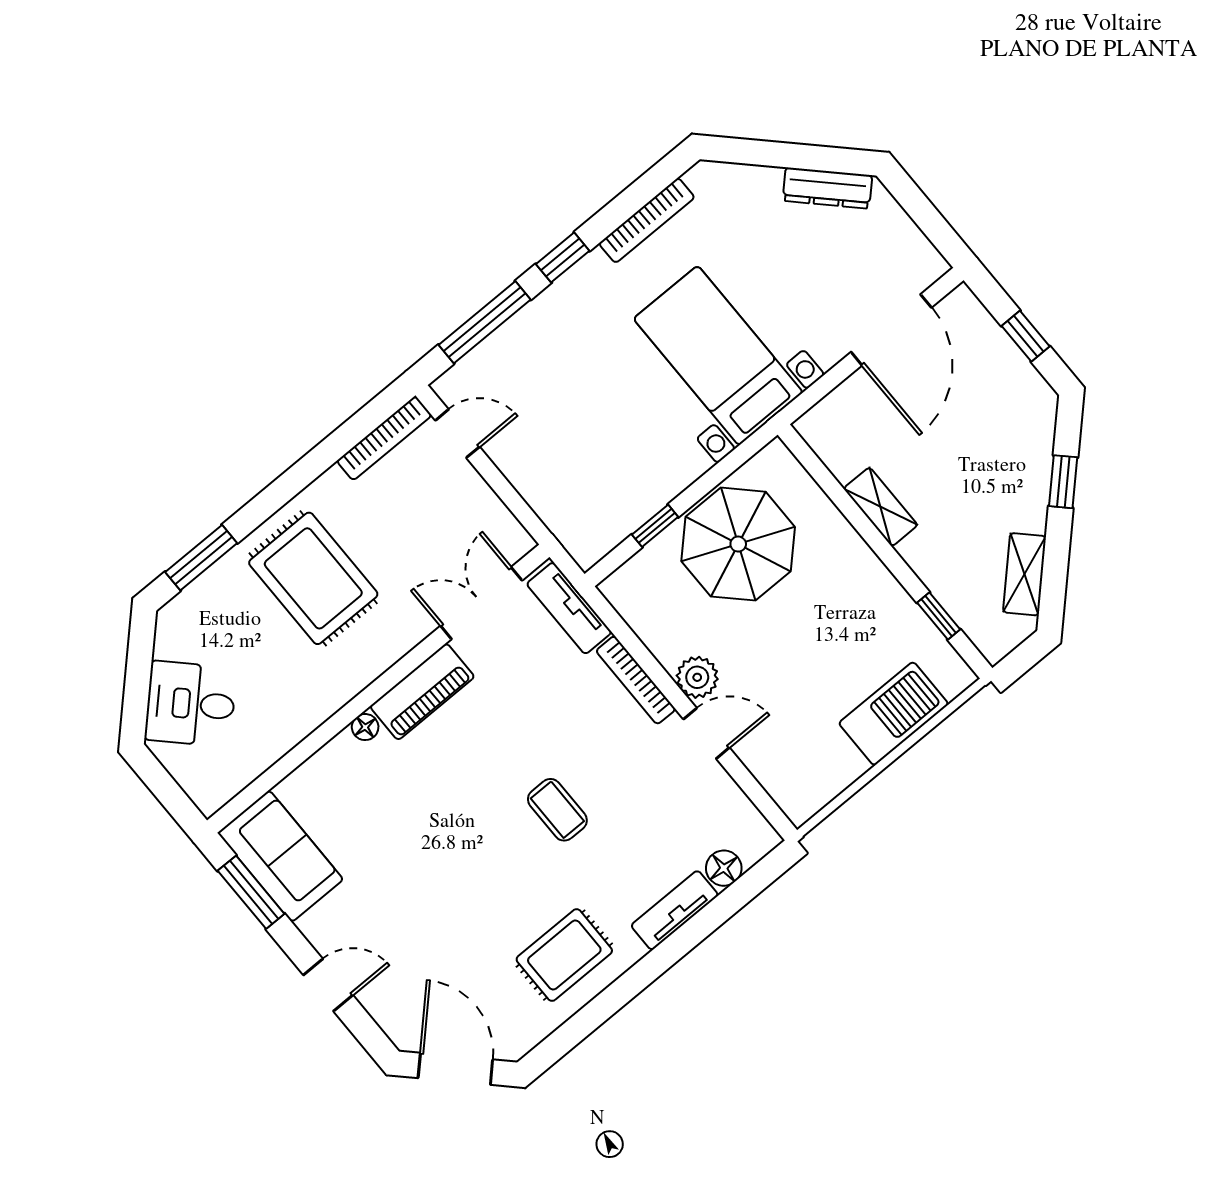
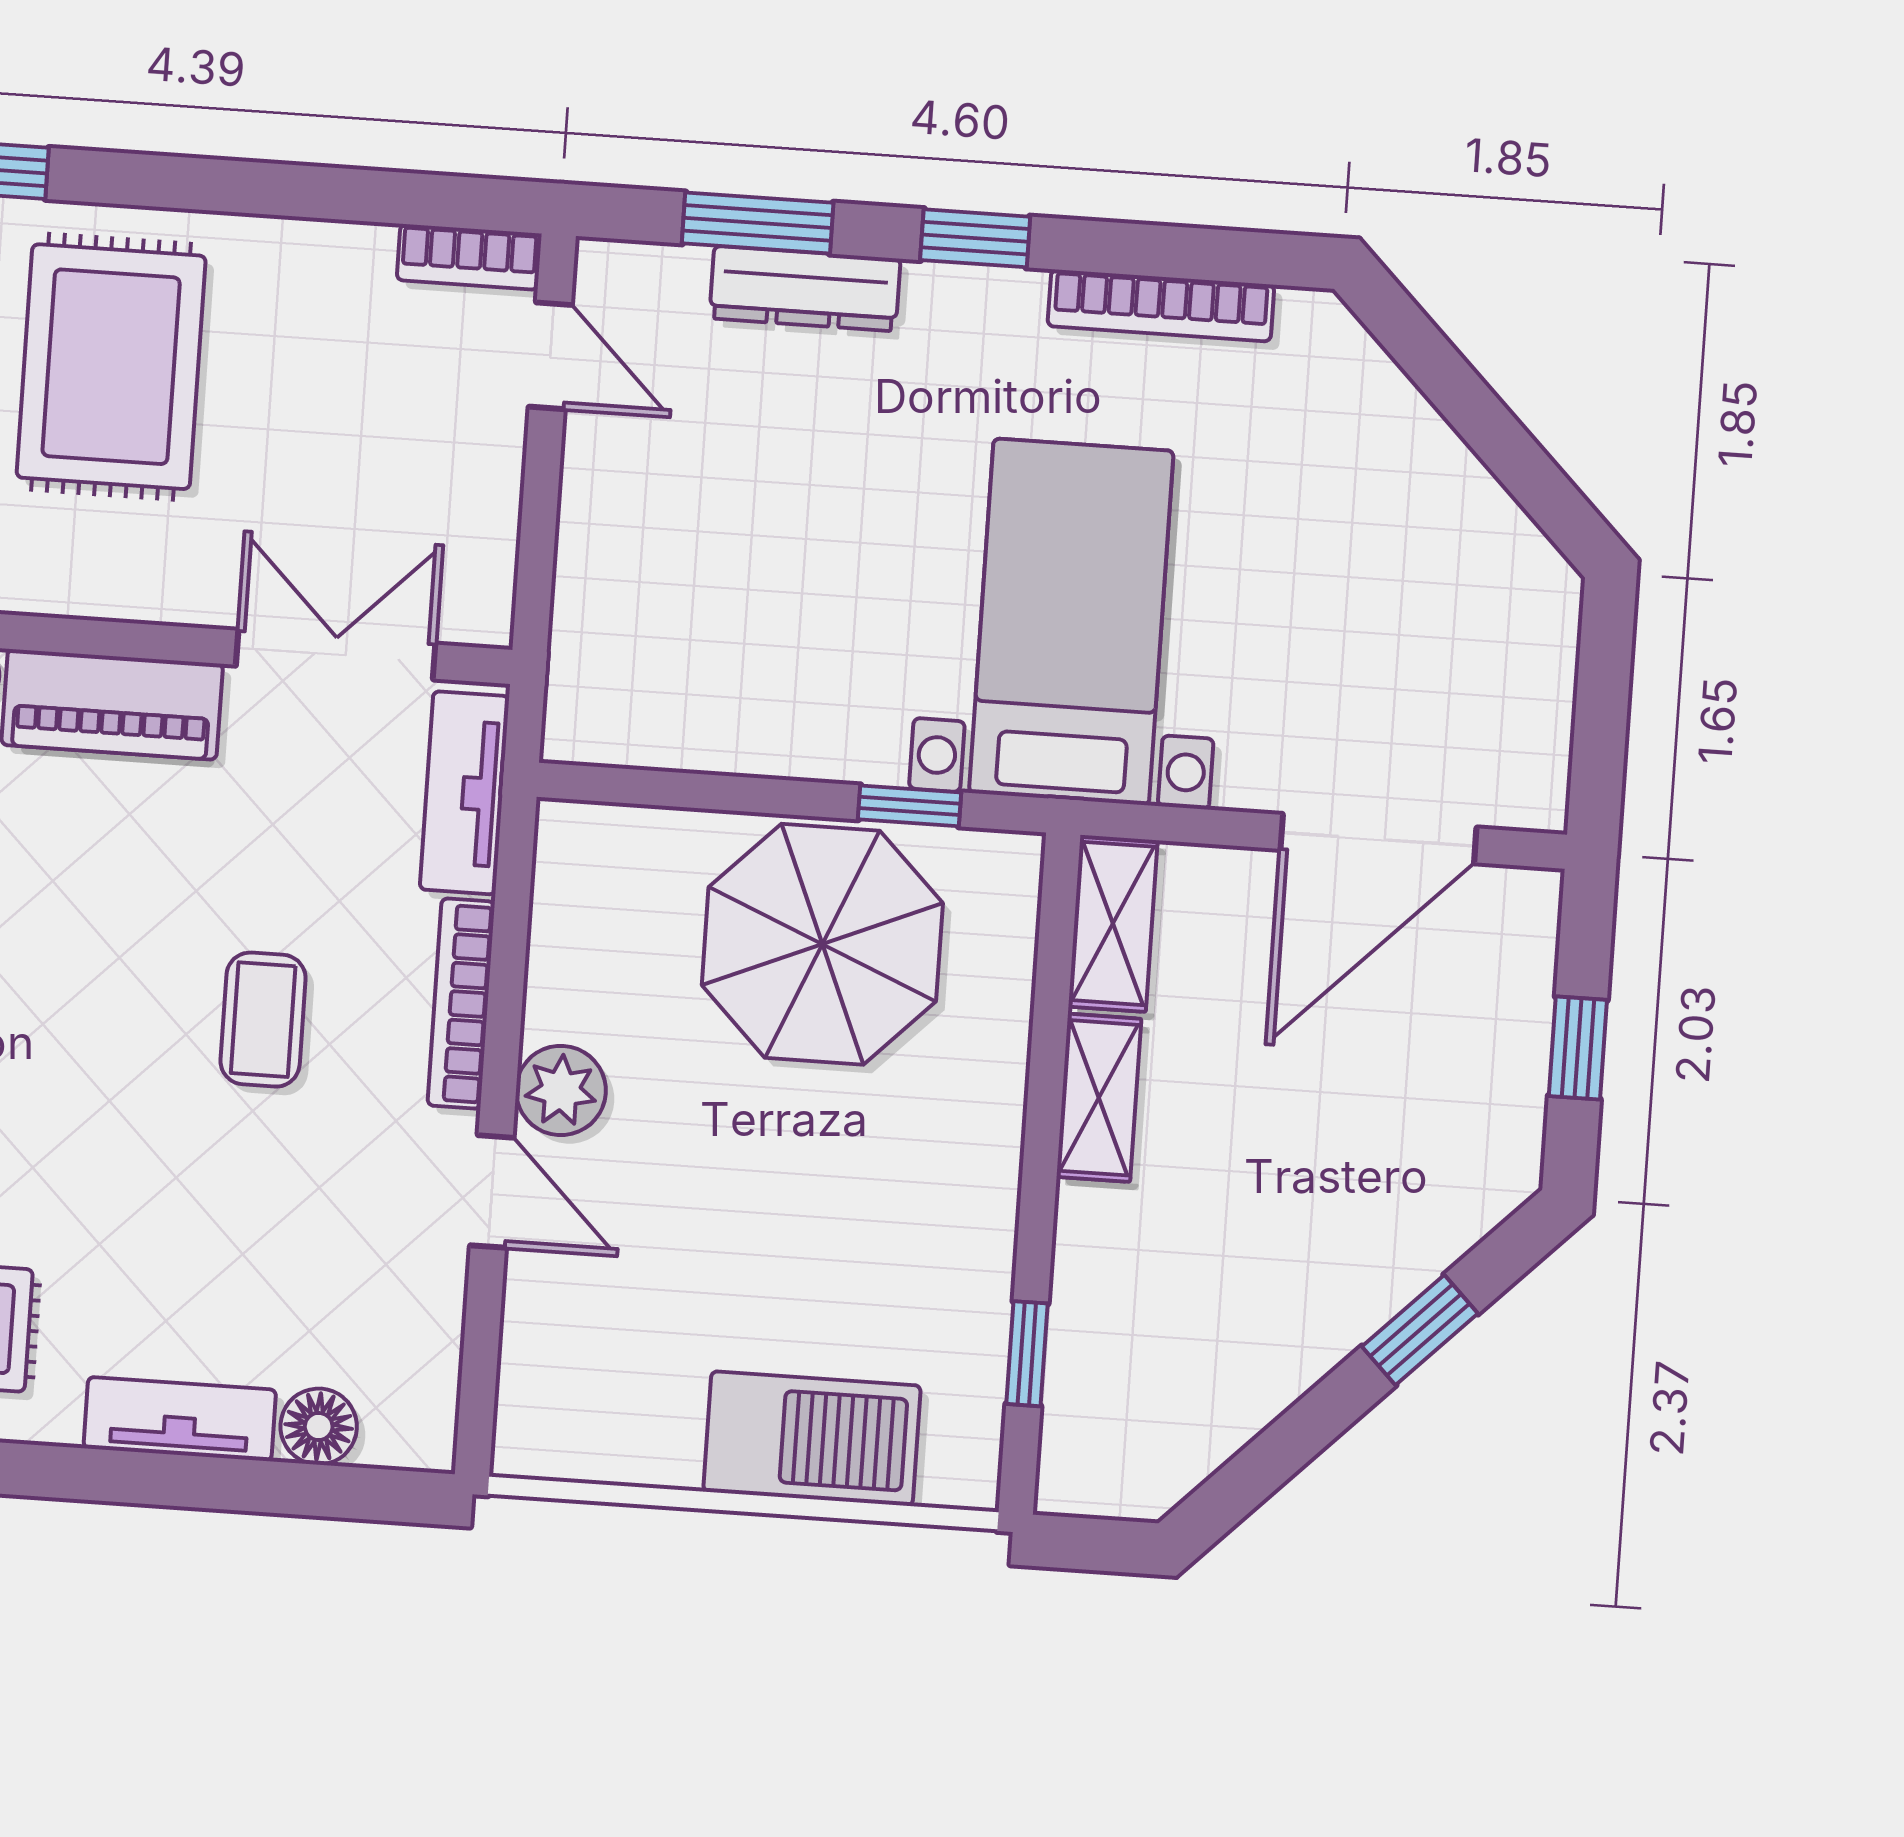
dresser: (827, 188) -> (805, 289), moved, turned -45
window: (485, 322) -> (758, 223), width x0.69
bookcase: (384, 438) -> (469, 257), width x0.64
window: (655, 526) -> (909, 806), moved
shelving: (1024, 574) -> (1113, 923), moved, turned -45
coffee table: (557, 810) -> (263, 1020), moved

